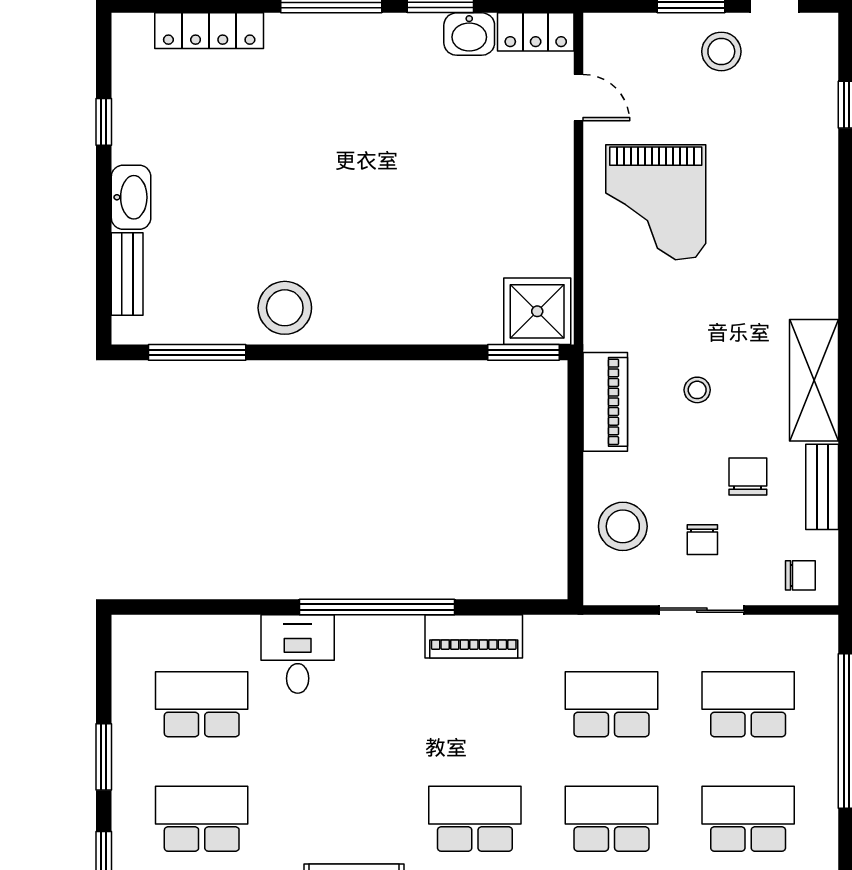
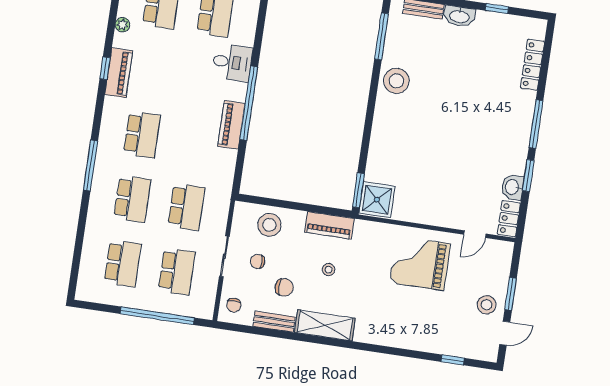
piano: (474, 636) -> (231, 125), moved

